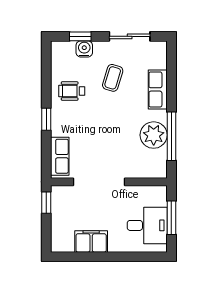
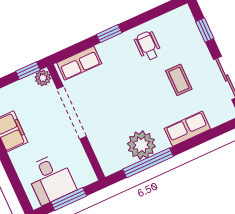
water cooler: (84, 49) -> (194, 39), removed
coffee table: (113, 78) -> (179, 80), turned 73
plant: (58, 193) -> (43, 78), added

